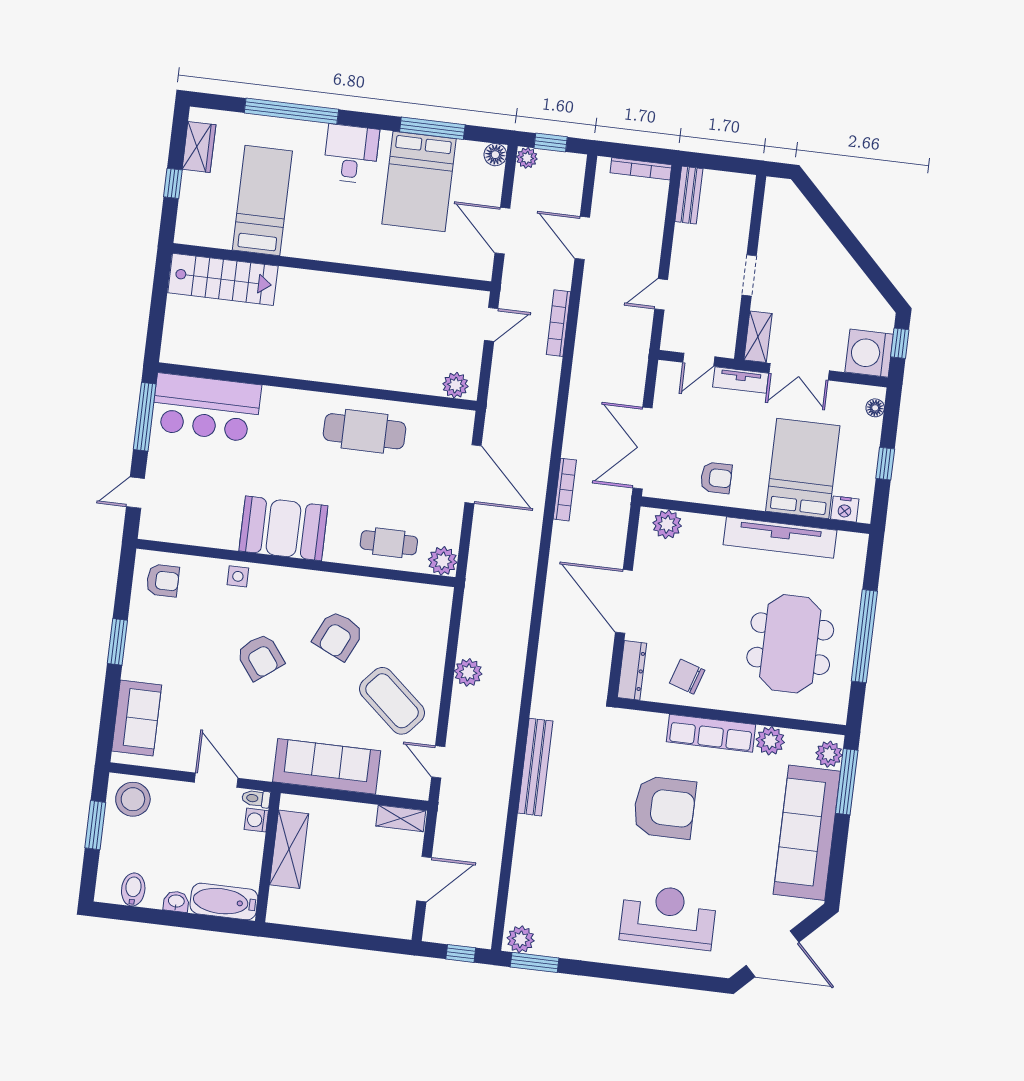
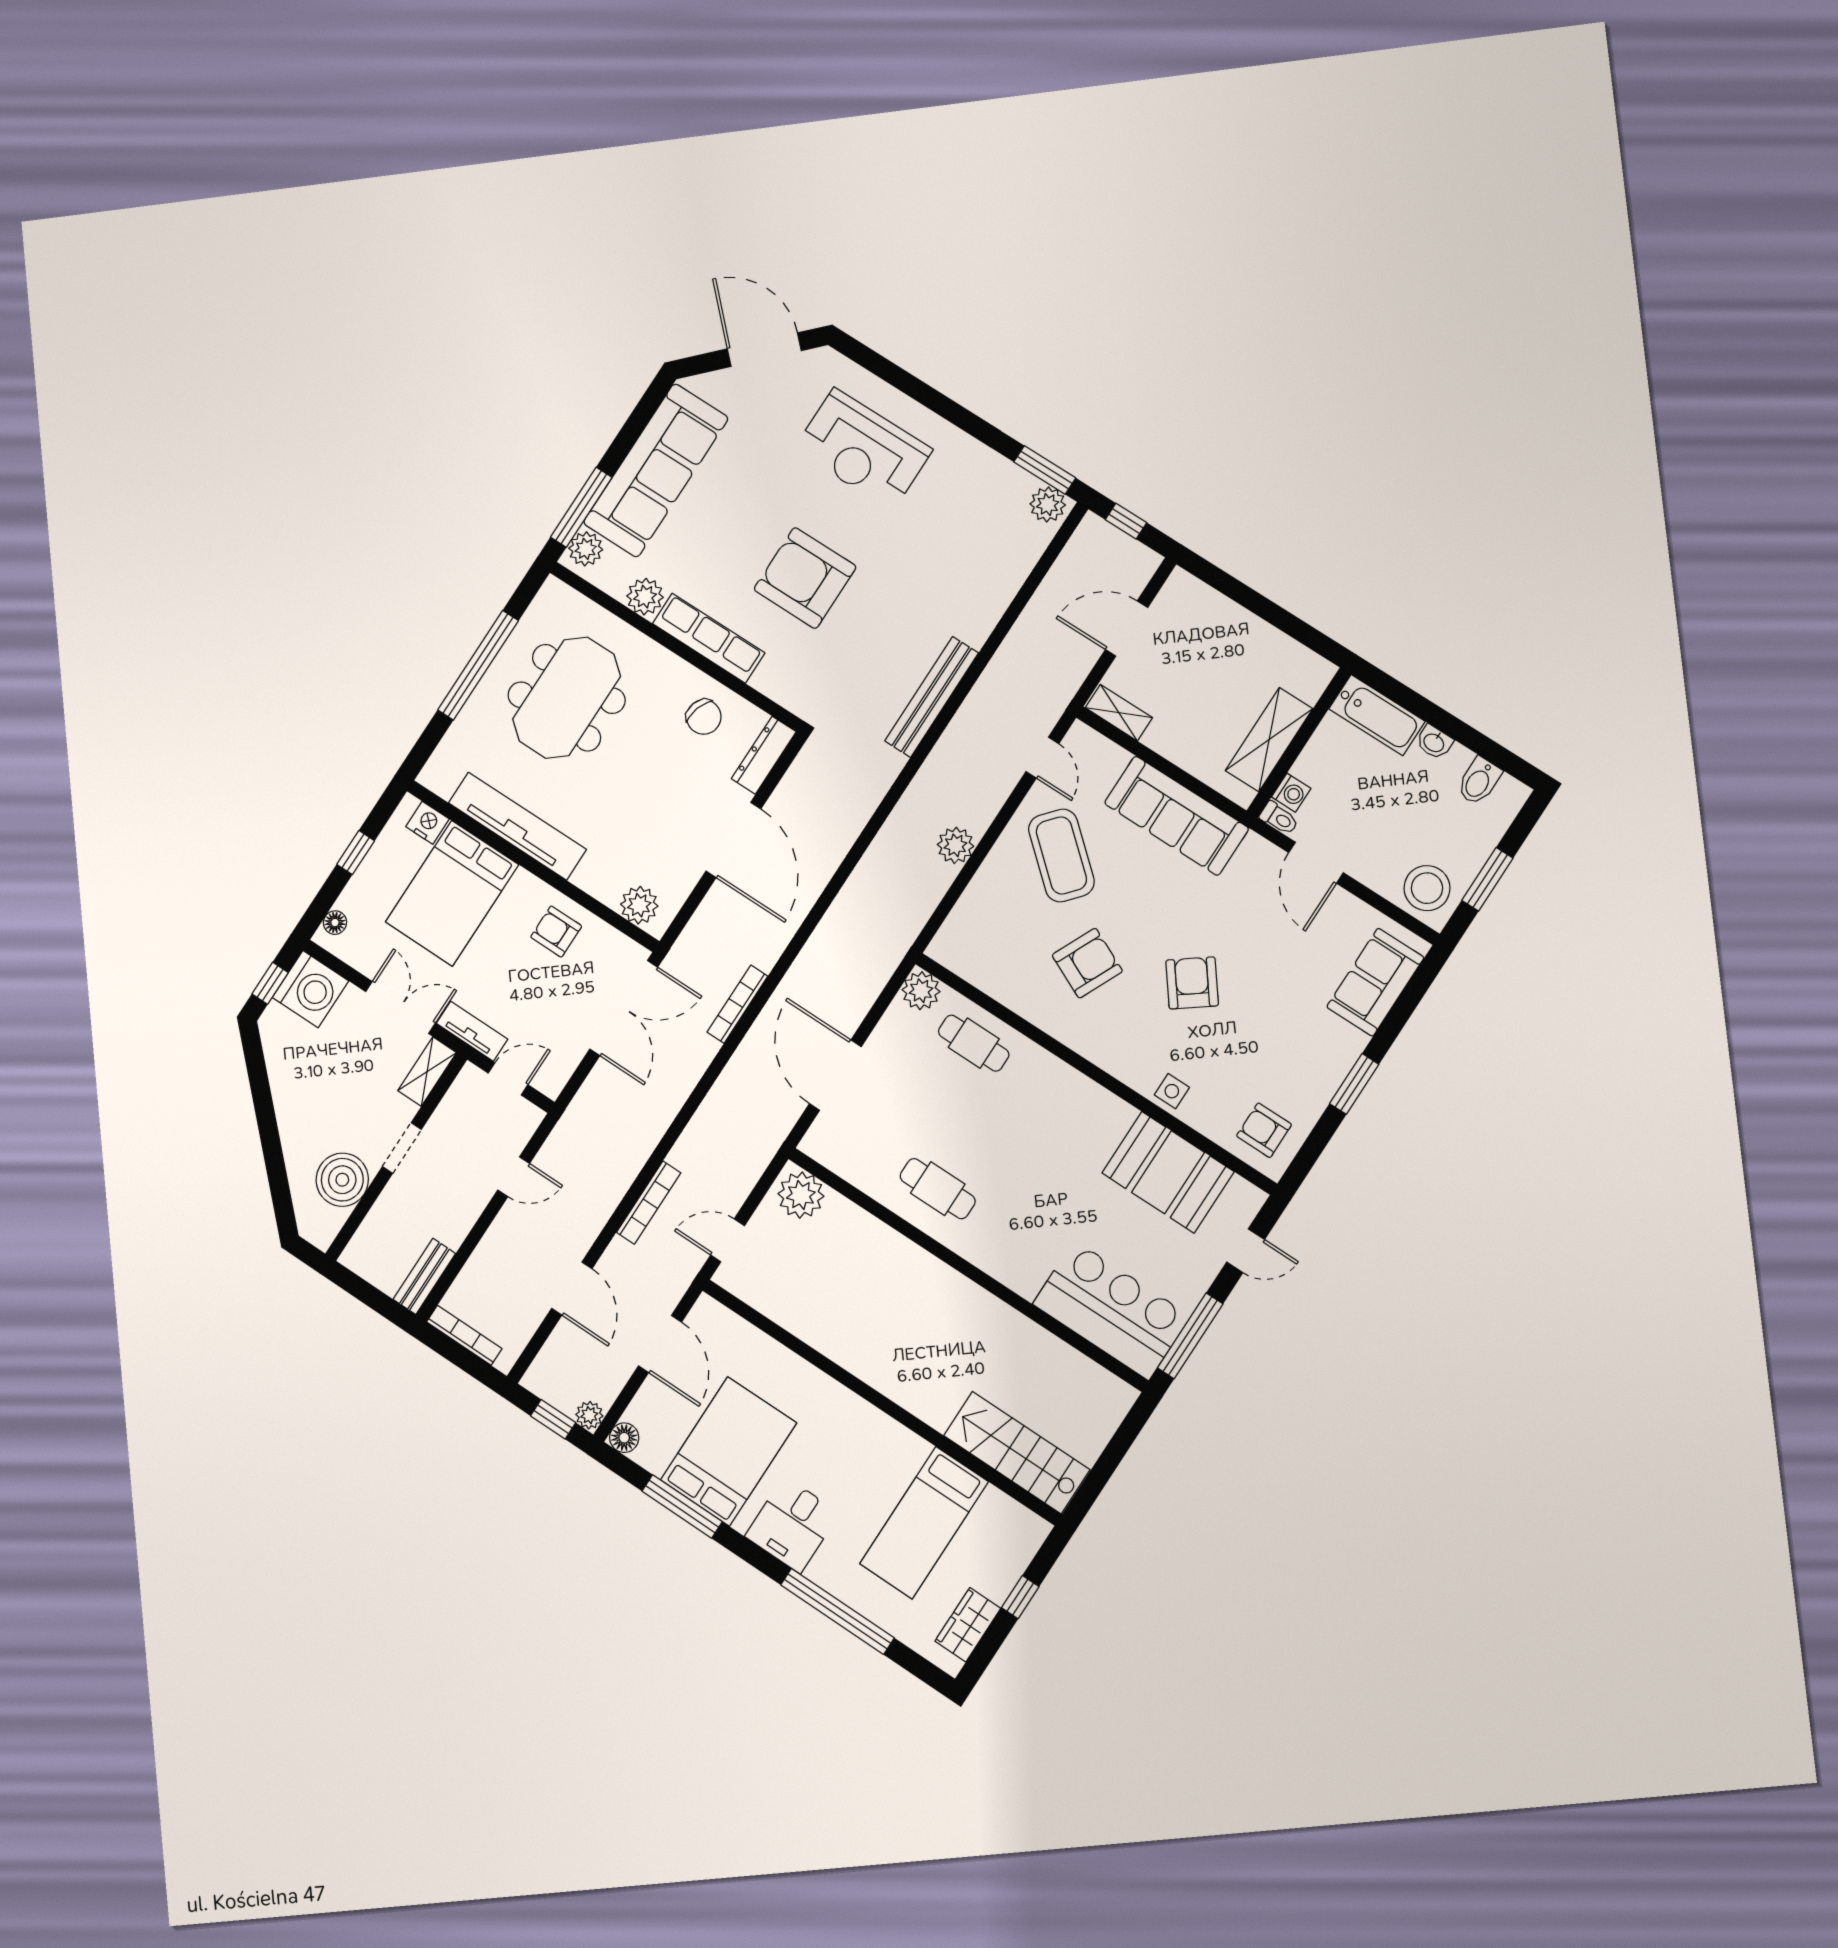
boiler: (780, 233) -> (342, 1180), added
plant: (455, 385) -> (801, 1195), width x1.36, depth x1.36
cafe table: (365, 431) -> (938, 1189), width x0.73, depth x0.74
booth: (283, 528) -> (1168, 1172), moved

